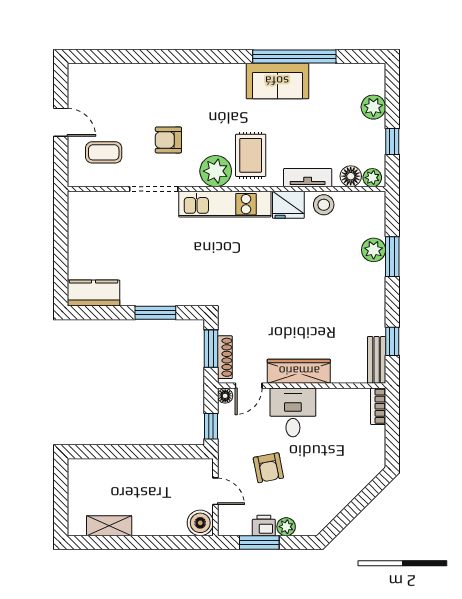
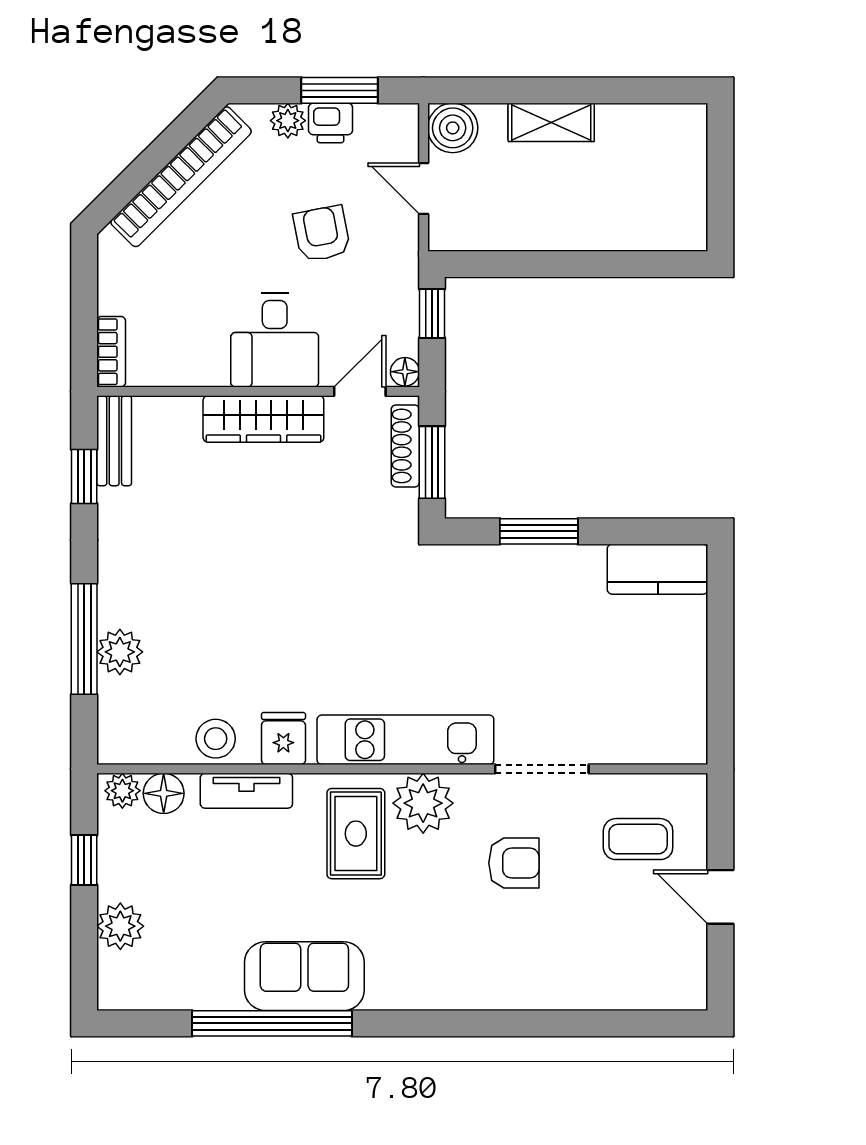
fridge: (288, 205) -> (283, 739), width x0.72
window: (392, 257) -> (84, 639), width x1.44
bookcase: (342, 497) -> (181, 177), added
shelving: (109, 526) -> (551, 122), moved

